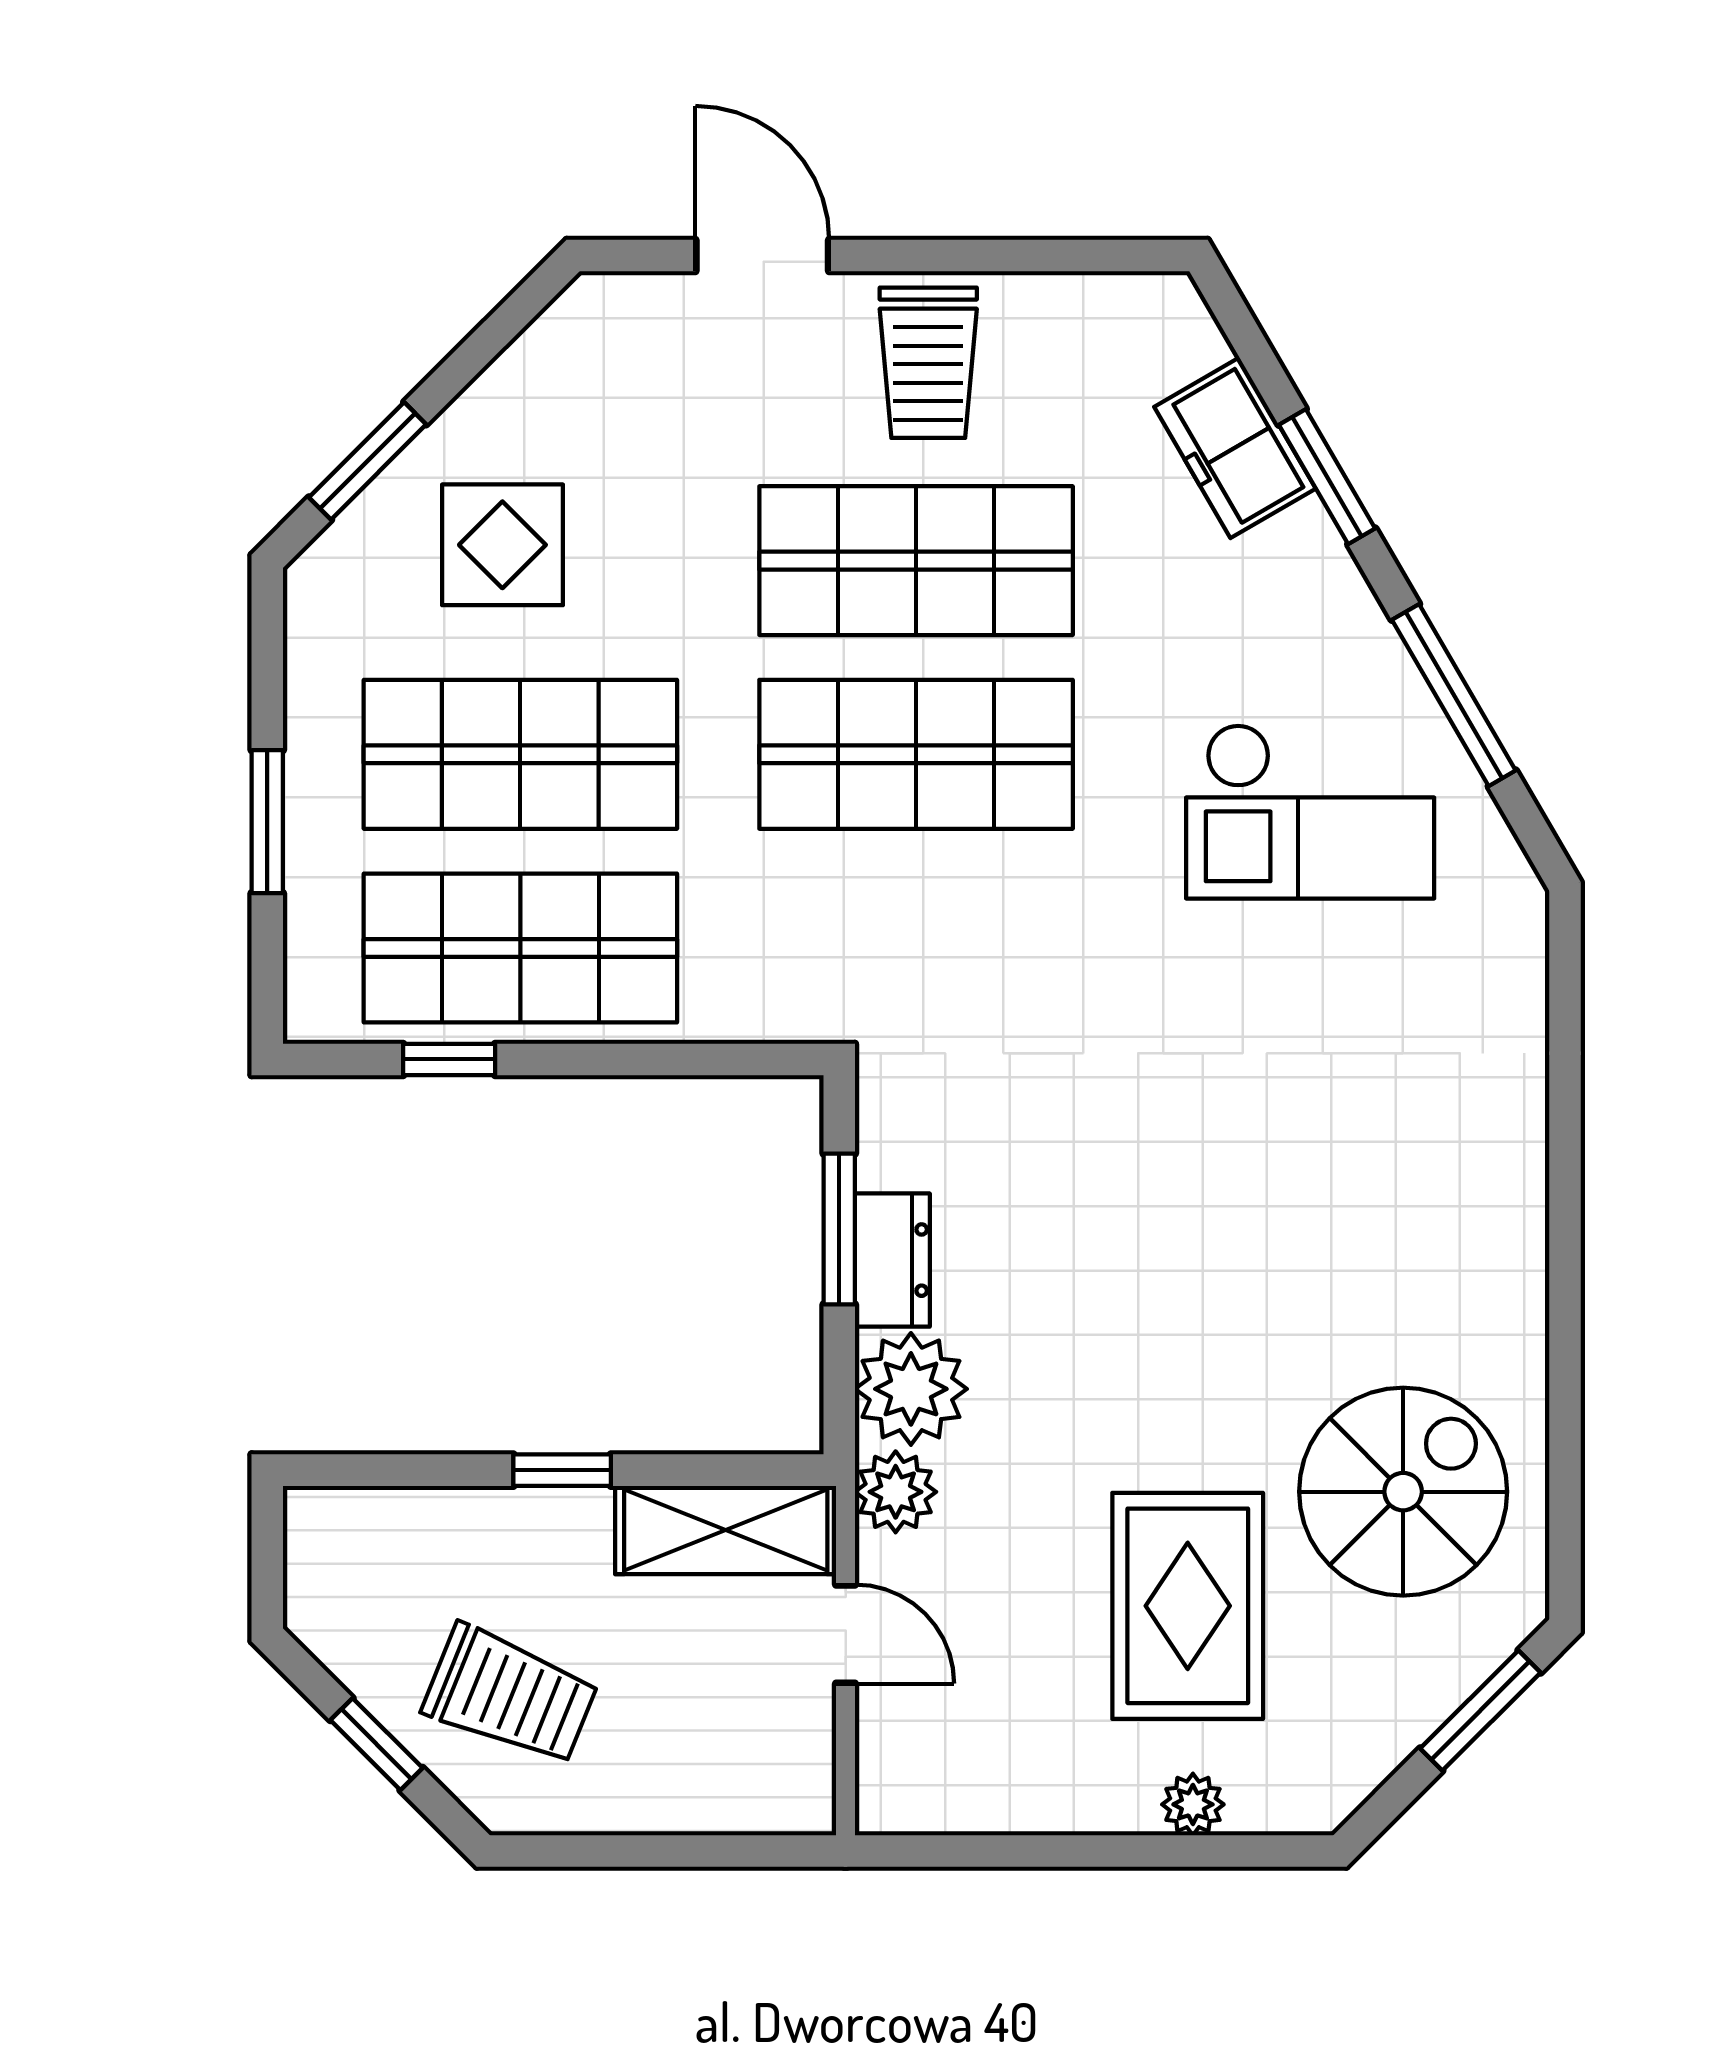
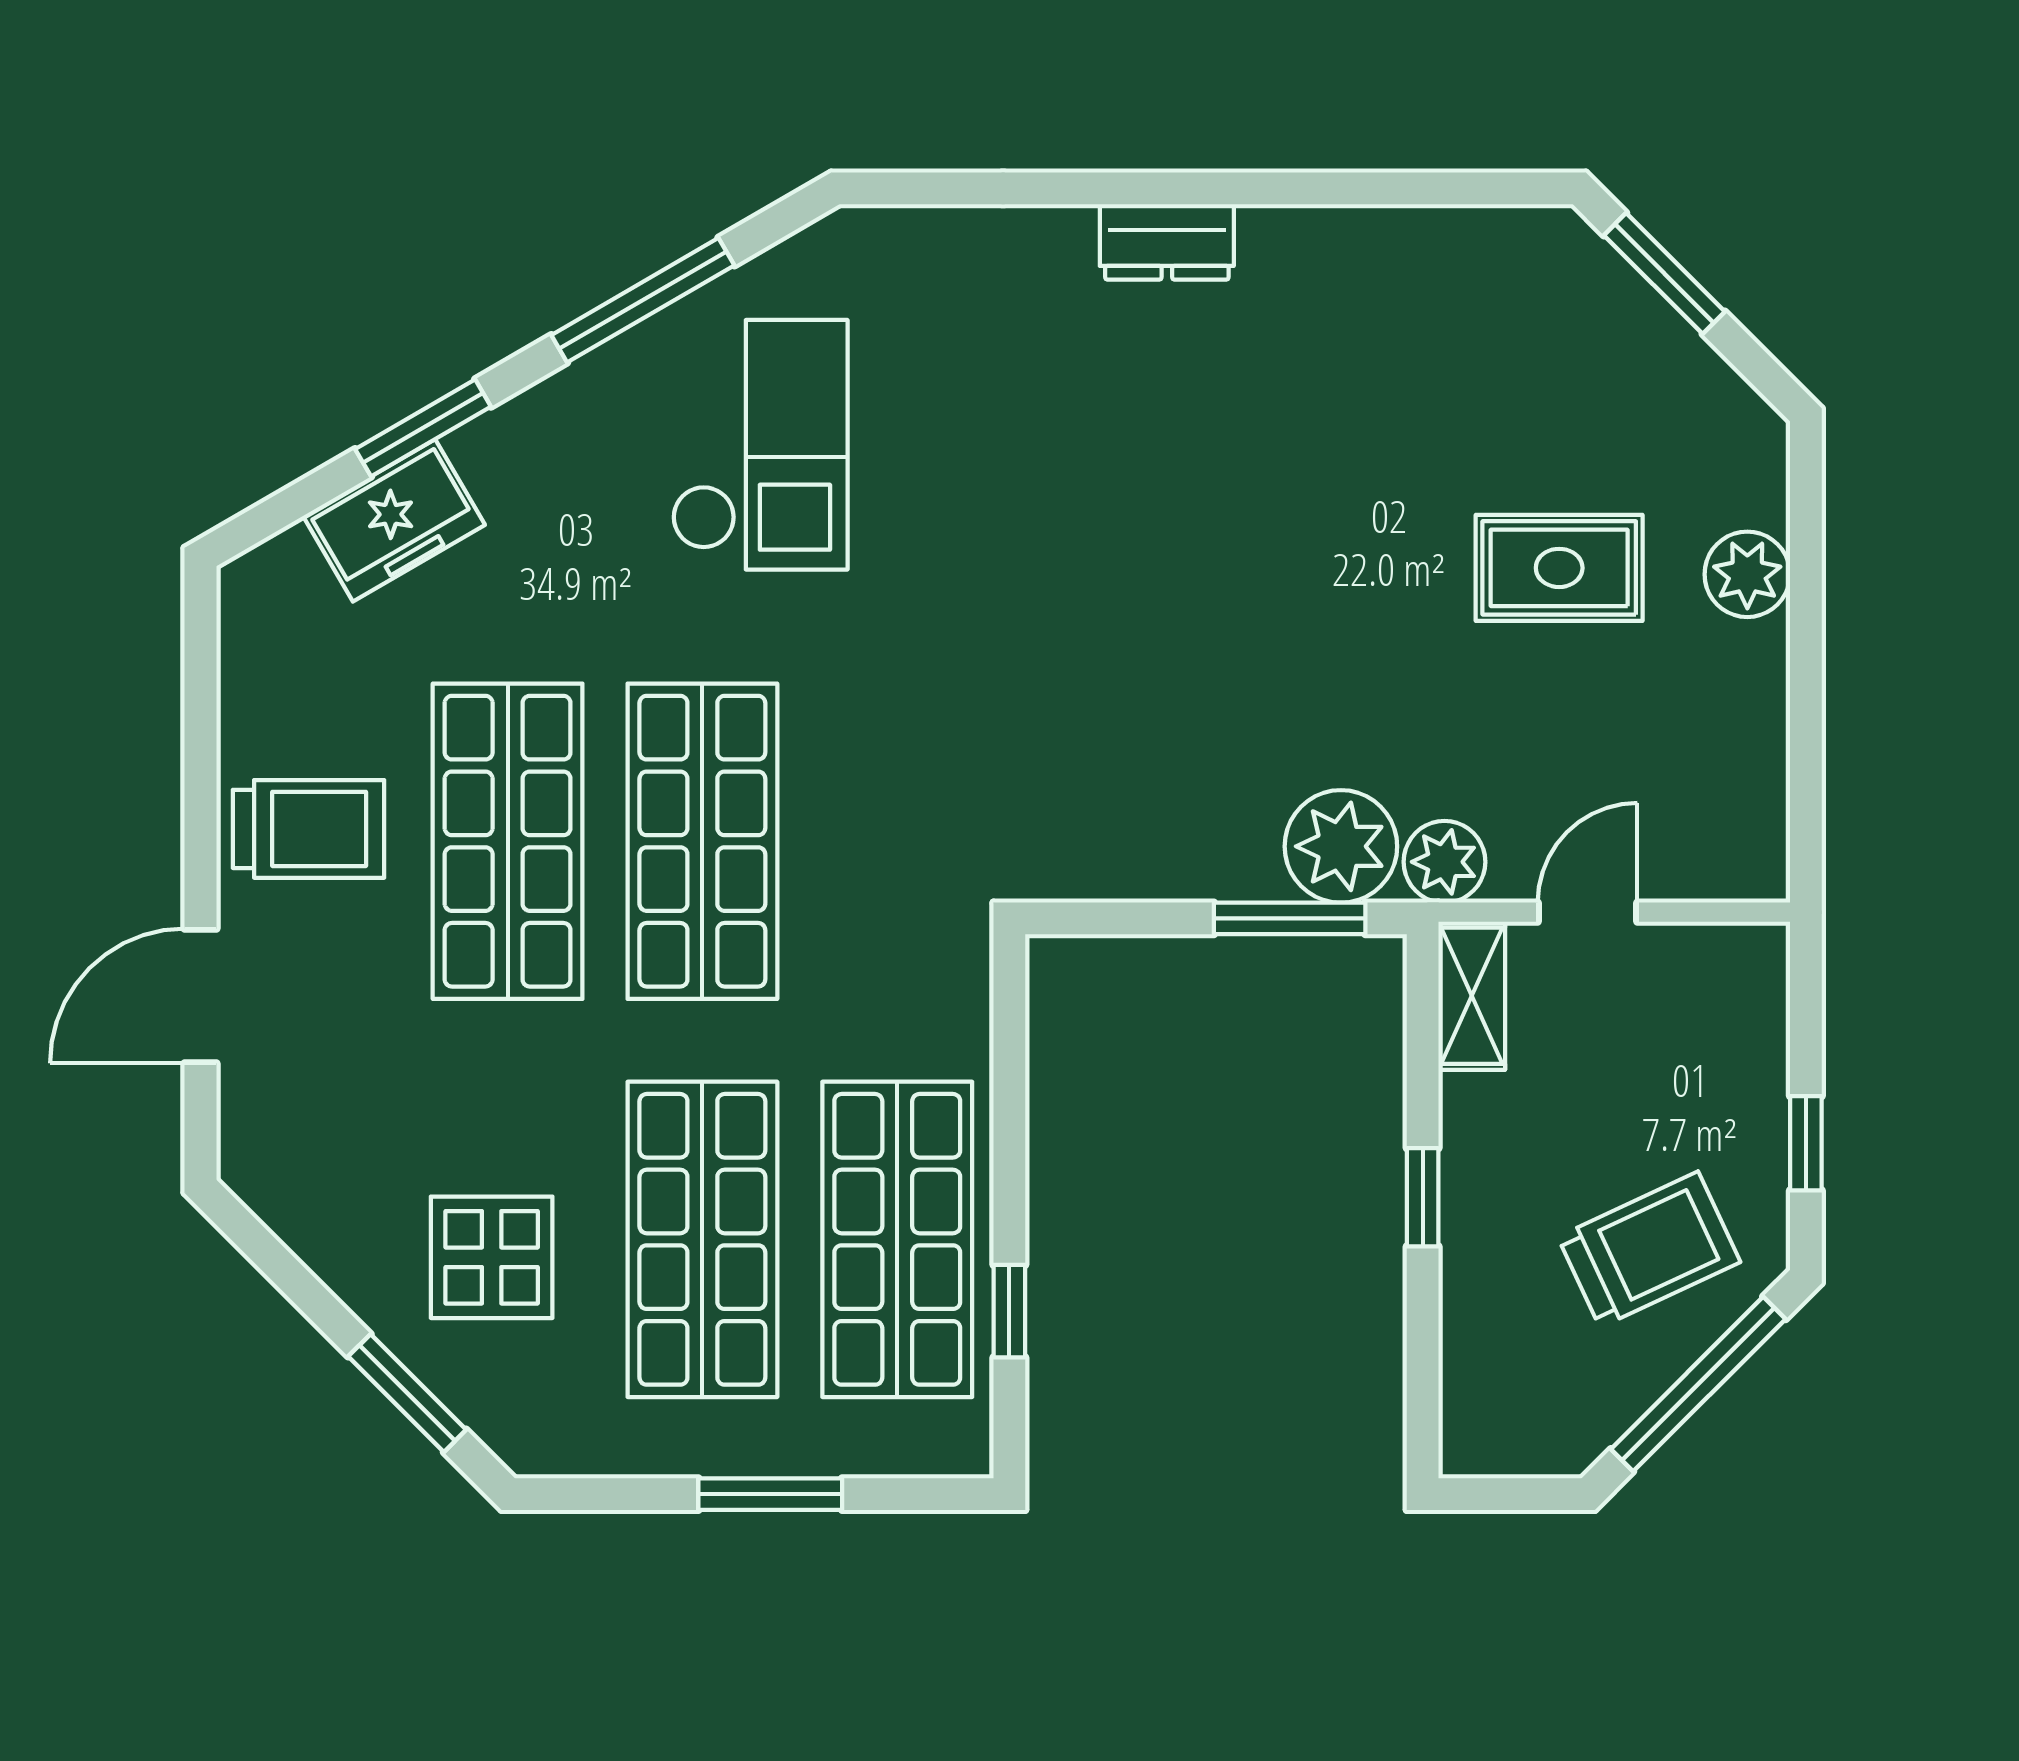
window: (839, 1229) -> (1290, 918), moved
dresser: (892, 1260) -> (1167, 242), moved, turned 180
spiral stairs: (1403, 1492) -> (1444, 351), removed
shelving: (726, 1530) -> (1472, 996), width x0.67, depth x0.75
rug: (1188, 1606) -> (1559, 568), width x0.73, depth x0.70
trolley: (510, 1695) -> (1649, 1249), turned 43
window: (377, 1744) -> (1698, 1384), width x2.17
plant: (1193, 1804) -> (1747, 574), width x1.38, depth x1.38
window: (616, 1851) -> (1806, 1143), added

